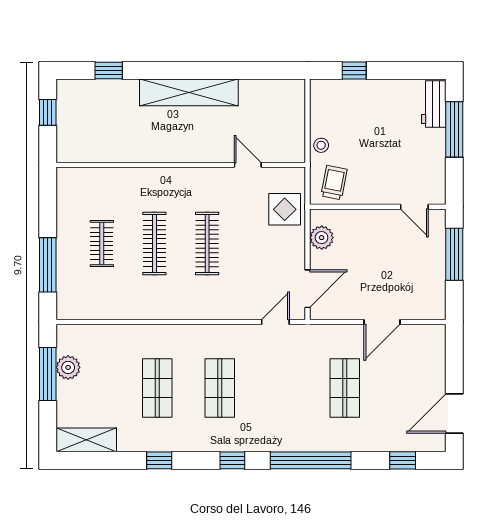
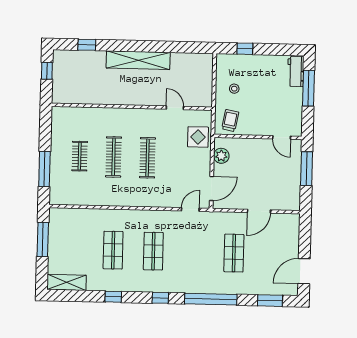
stool: (321, 145) -> (234, 89), moved
plant: (68, 367) -> (56, 235), removed
window: (403, 460) -> (270, 301), width x1.50

